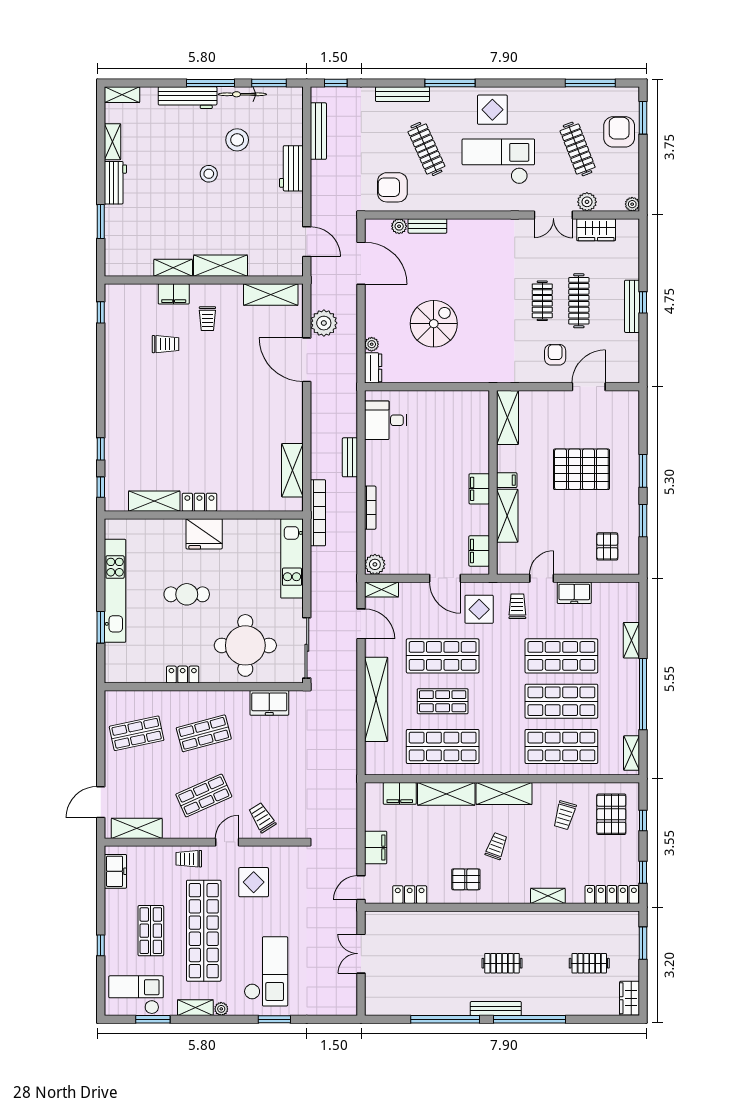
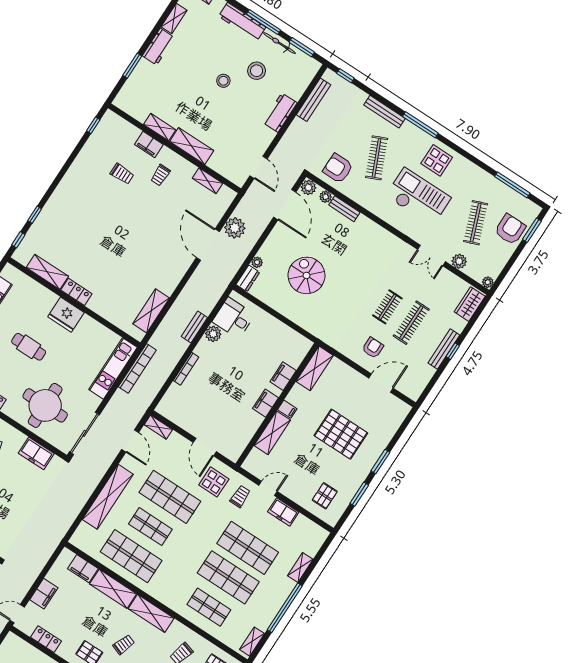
plant: (374, 228) -> (308, 187), added
wardrobe: (596, 230) -> (470, 304), moved, turned 90
shelving: (271, 295) -> (207, 181), width x0.67, depth x0.75
spiral stairs: (434, 324) -> (306, 275), turned -90
bookcase: (318, 513) -> (137, 368), moved
filing cabinet: (479, 551) -> (283, 376), moved
plant: (375, 564) -> (213, 334), moved
shop shelf: (561, 746) -> (209, 607), width x0.70, depth x0.74

